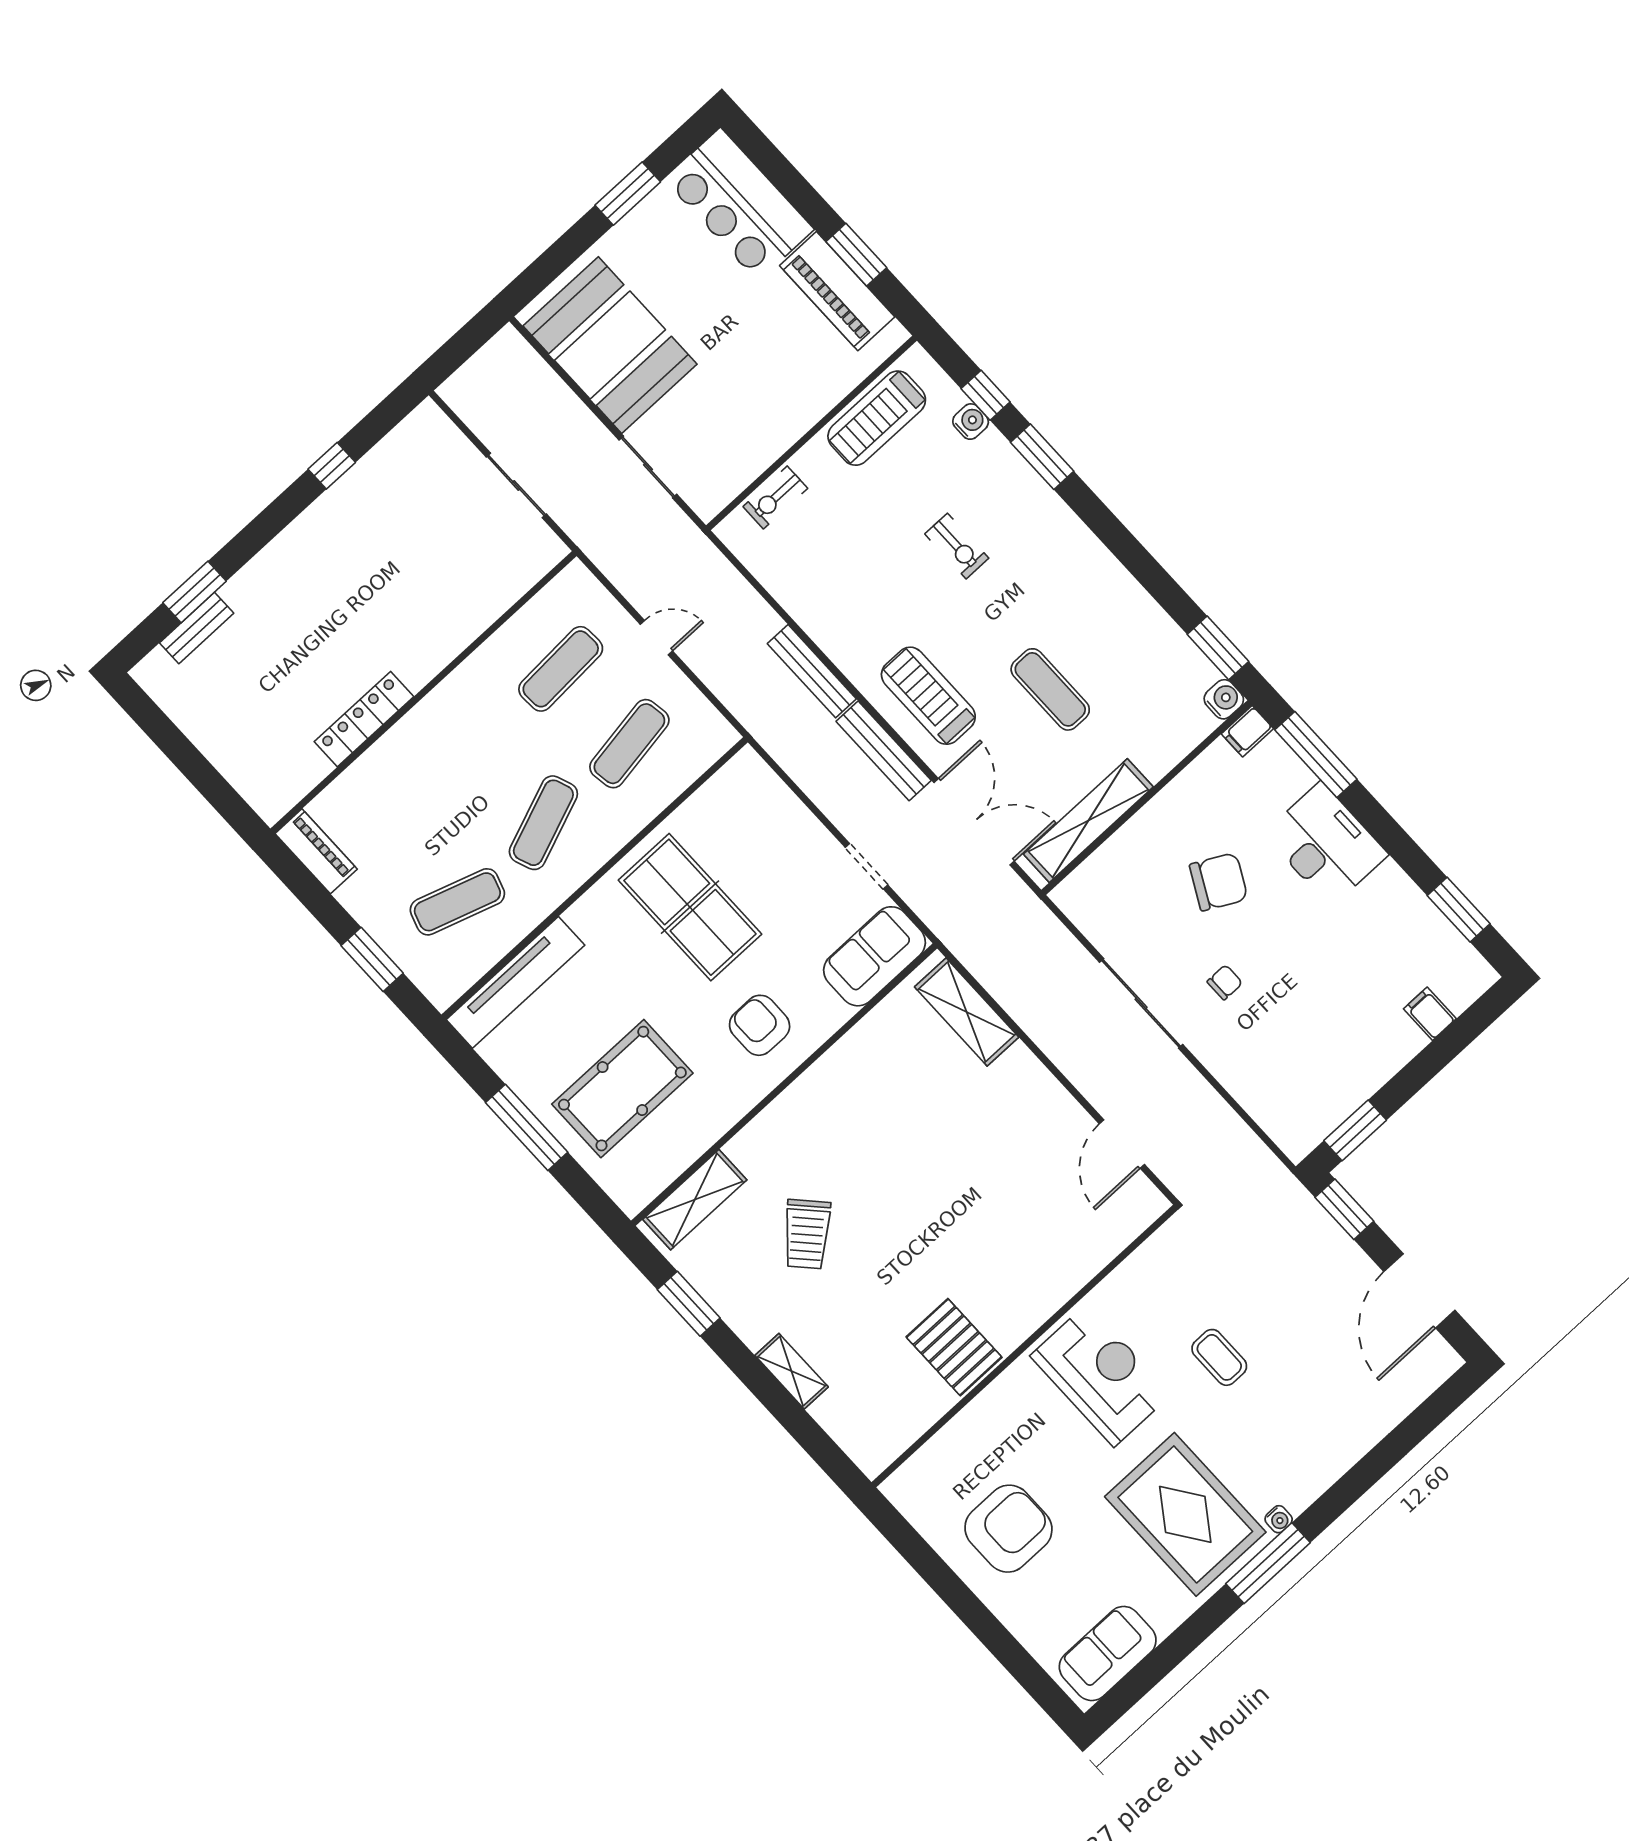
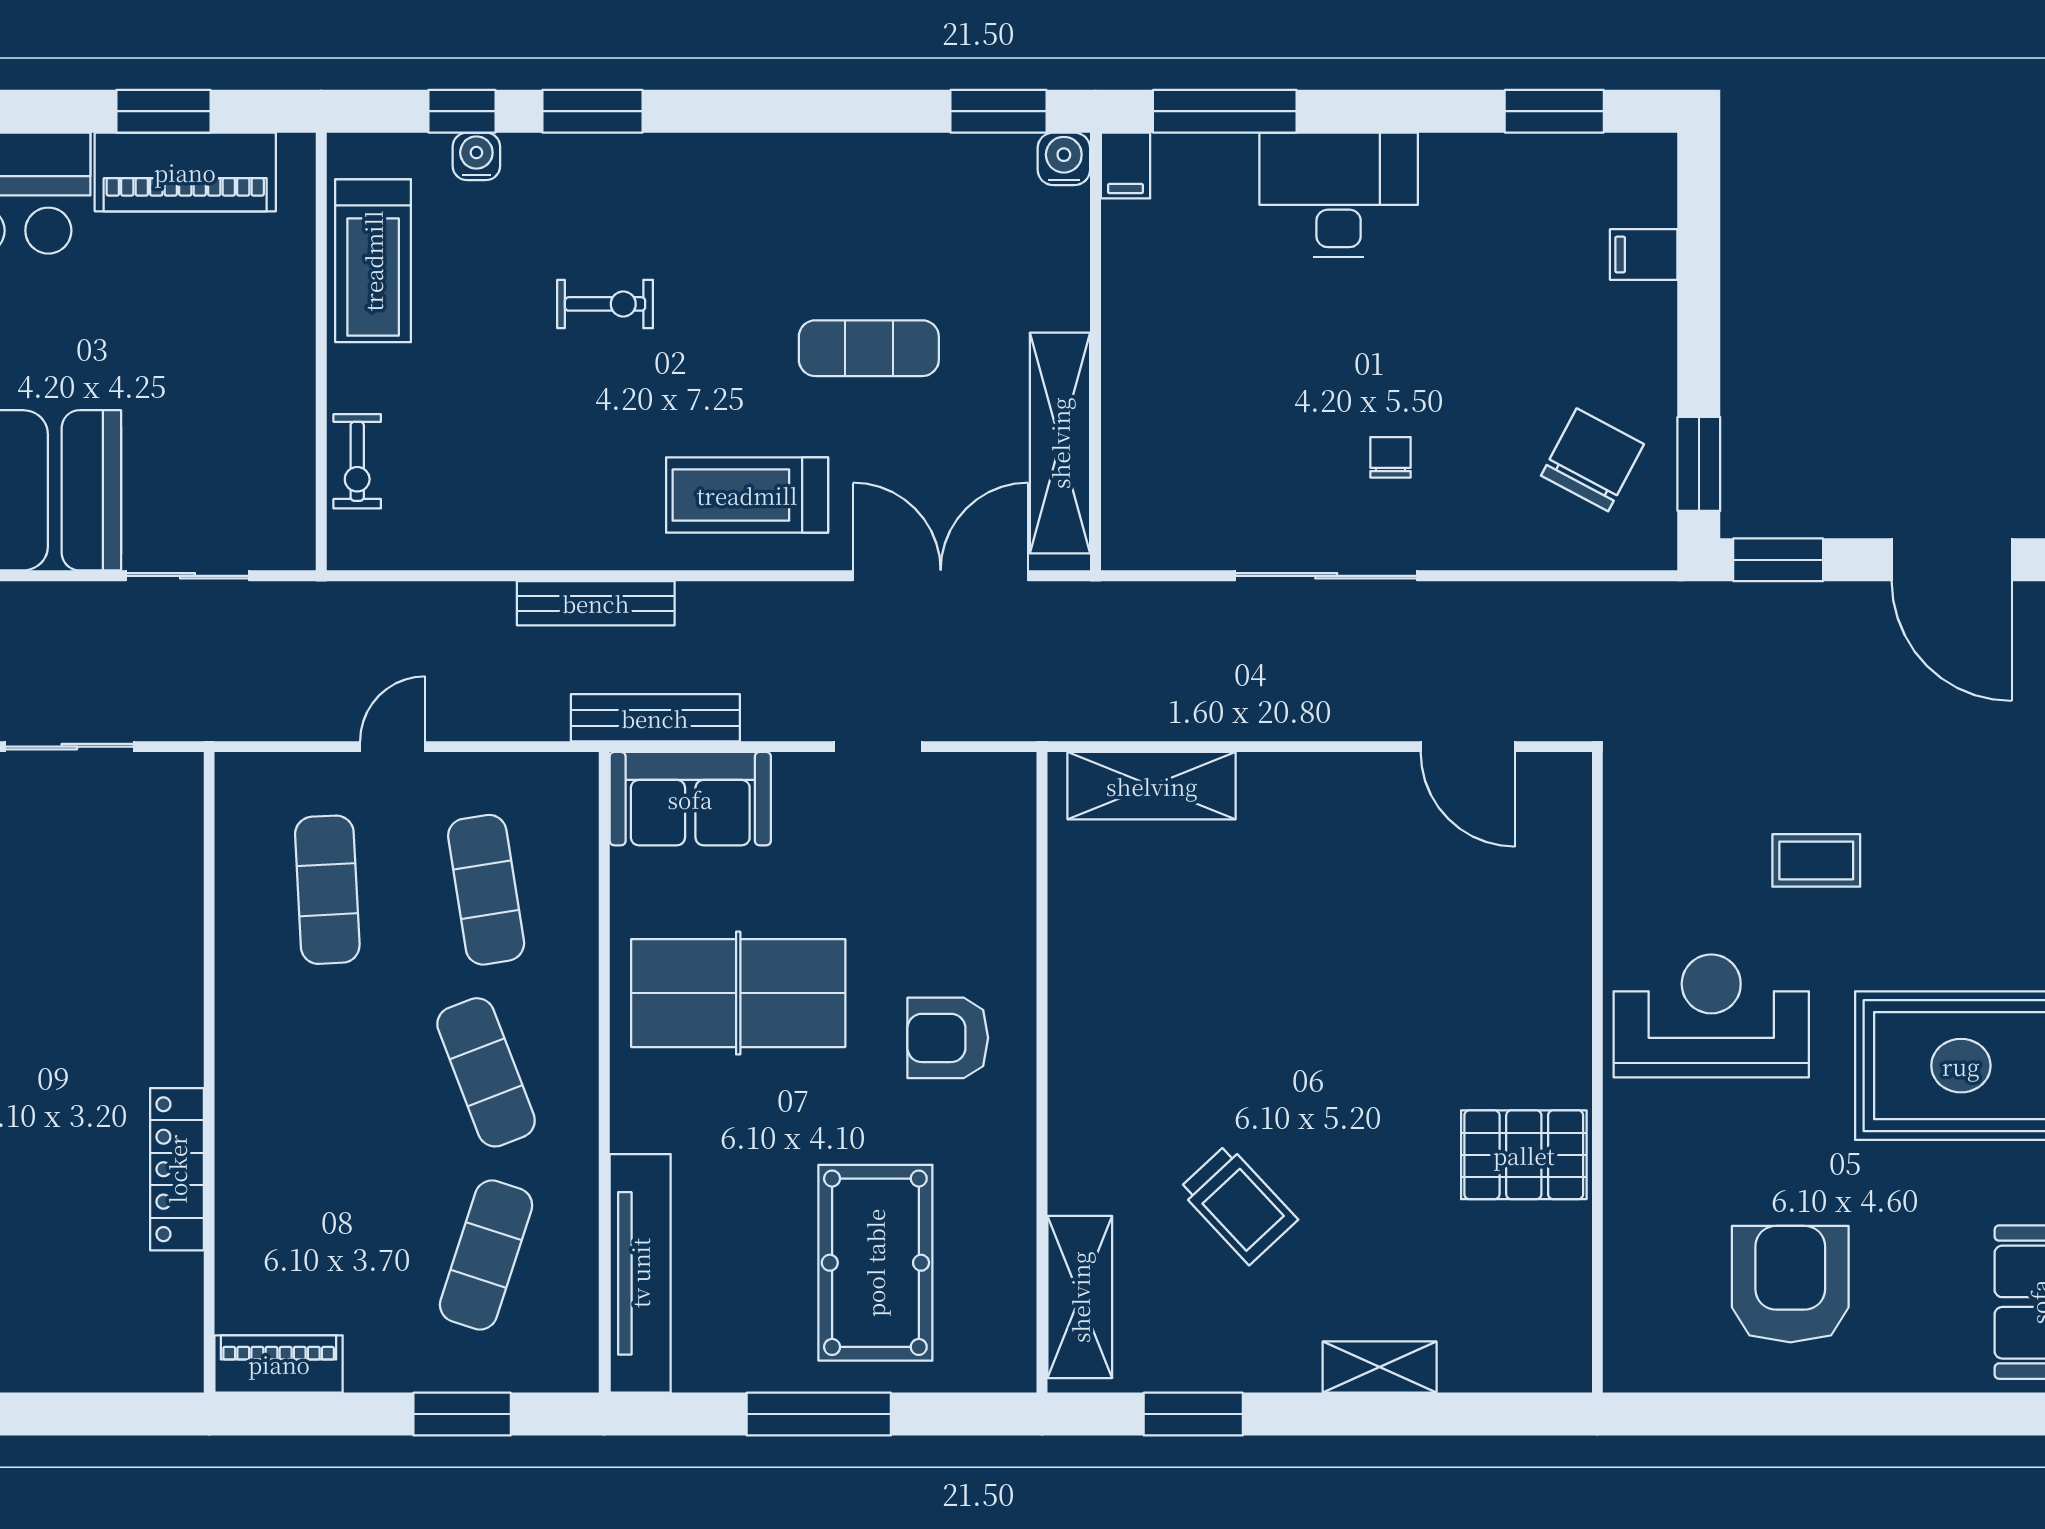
bench: (884, 751) -> (655, 718), moved
chair: (1219, 882) -> (1592, 460), moved
sofa: (875, 956) -> (690, 799), moved, turned -90

